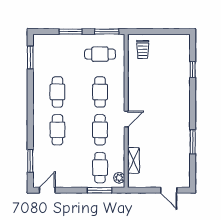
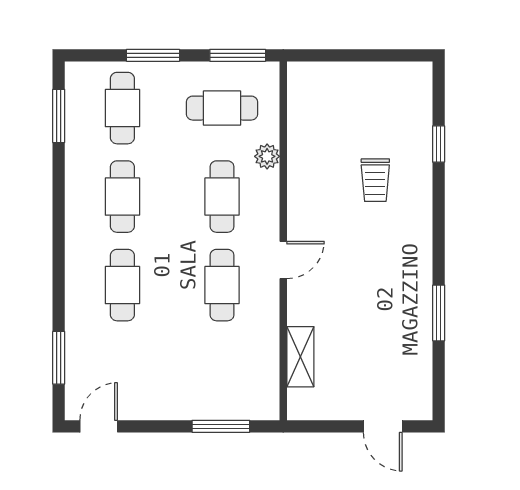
trolley: (143, 49) -> (375, 180), moved
cafe table: (100, 168) -> (122, 108), moved
plant: (119, 178) -> (267, 156), moved

